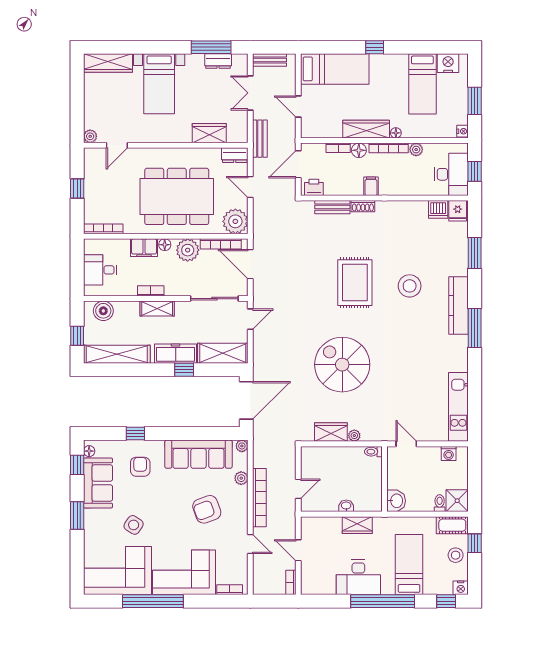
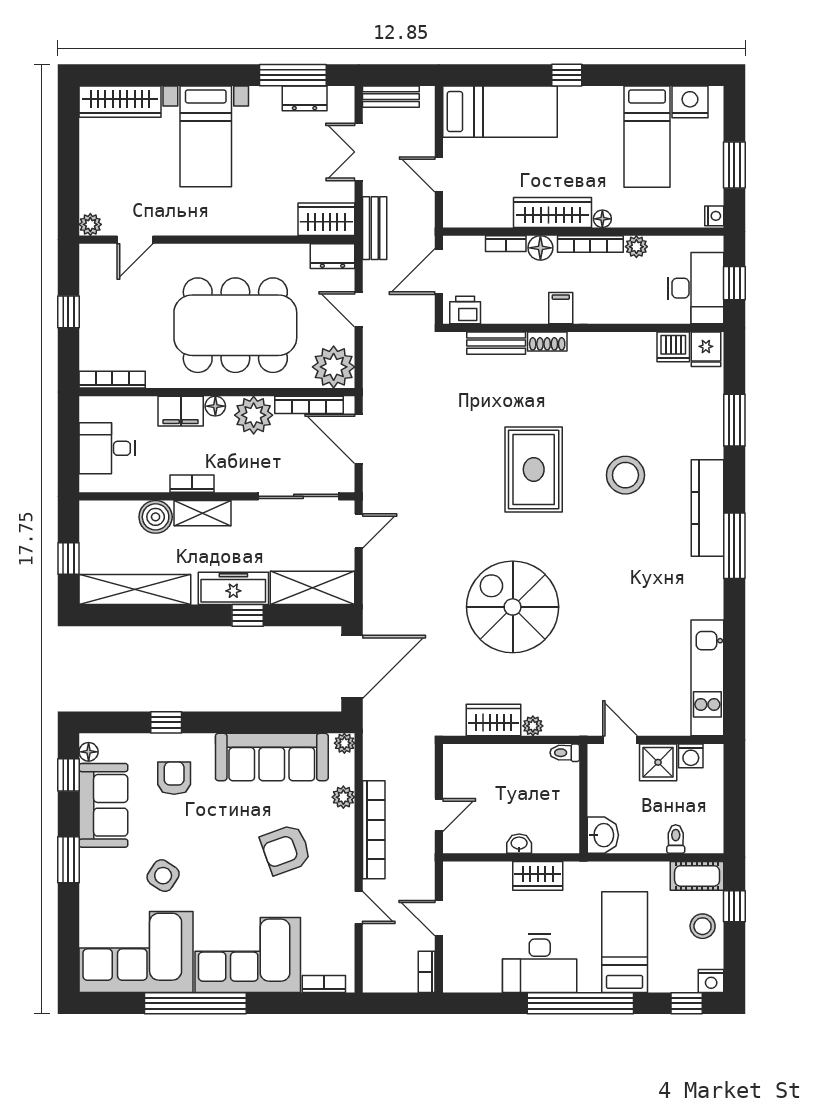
wardrobe: (209, 133) -> (326, 219), moved
boiler: (103, 311) -> (156, 517), moved
shower: (457, 501) -> (658, 762), moved

